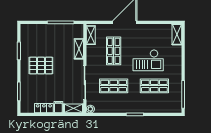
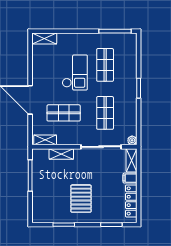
locker: (44, 108) -> (131, 201), width x1.53

